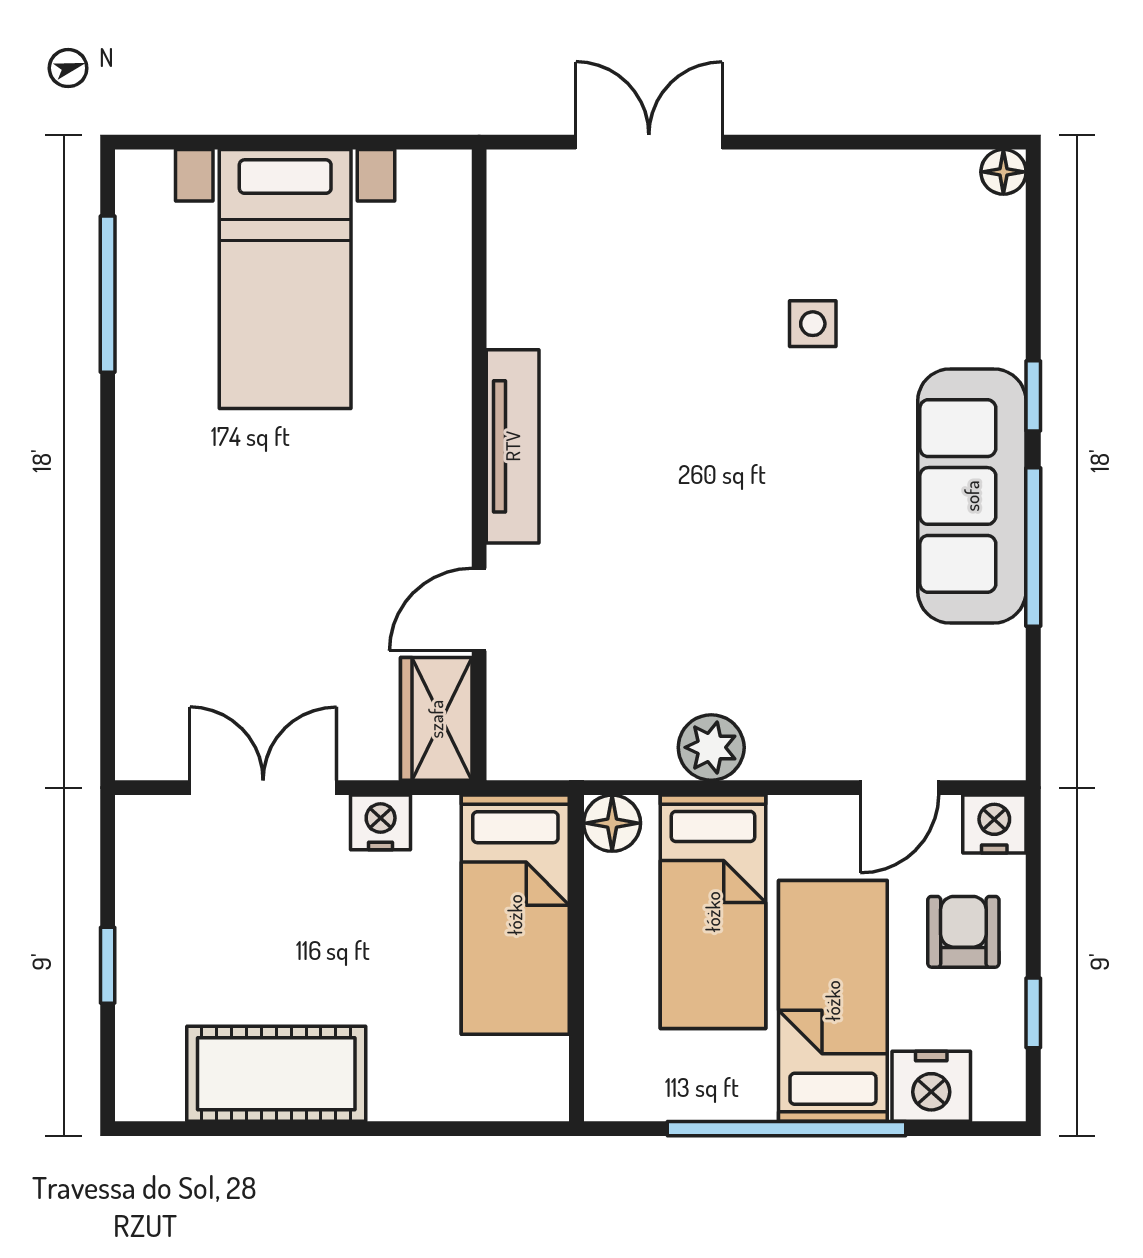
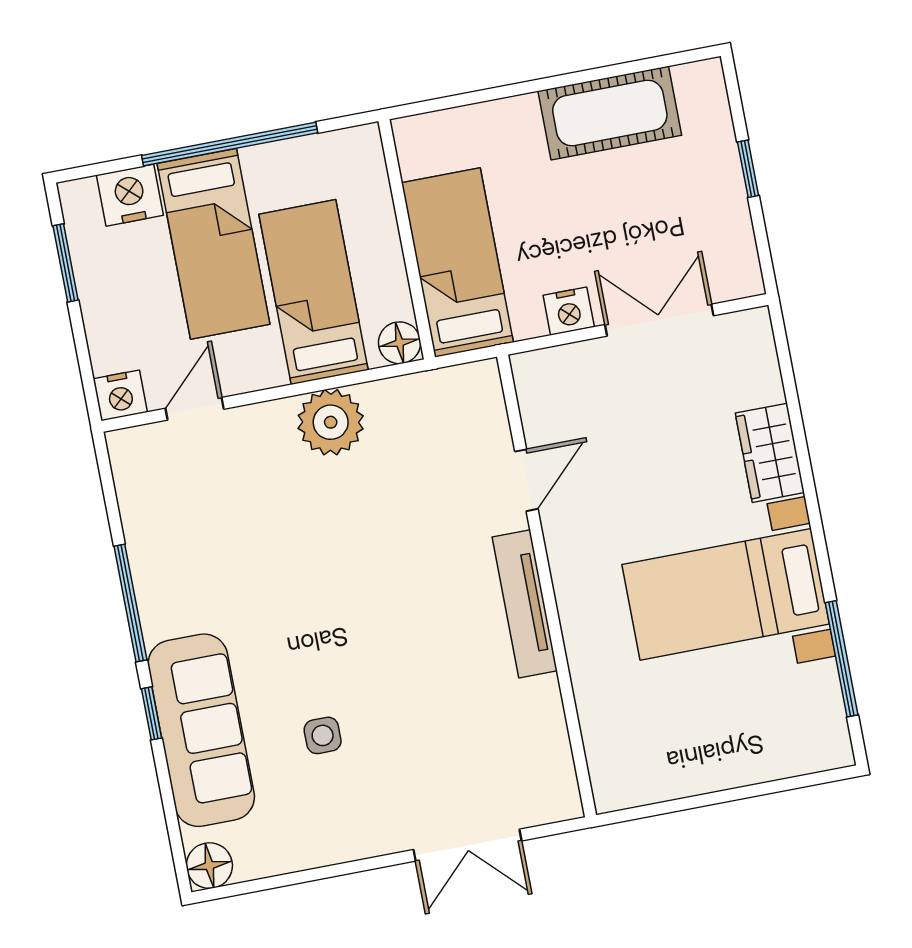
floor lamp: (1003, 172) -> (209, 866), width x1.37, depth x1.37
bed with nightstands: (285, 279) -> (726, 594), moved, turned -90
sofa: (972, 496) -> (201, 730), moved
wardrobe: (436, 719) -> (770, 453), moved, turned 180
plant: (711, 747) -> (331, 422), width x1.36, depth x1.36
double door: (263, 788) -> (659, 320), swing flipped
armchair: (963, 932) -> (128, 312), removed
window: (1033, 1013) -> (66, 263), width x1.50

